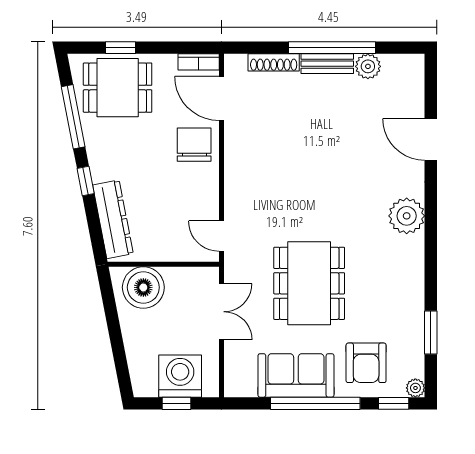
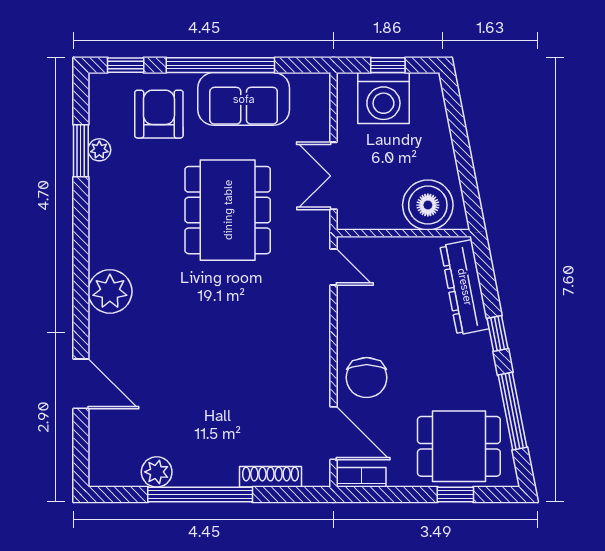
bench: (327, 64) -> (206, 475), removed
plant: (415, 388) -> (99, 150), moved

